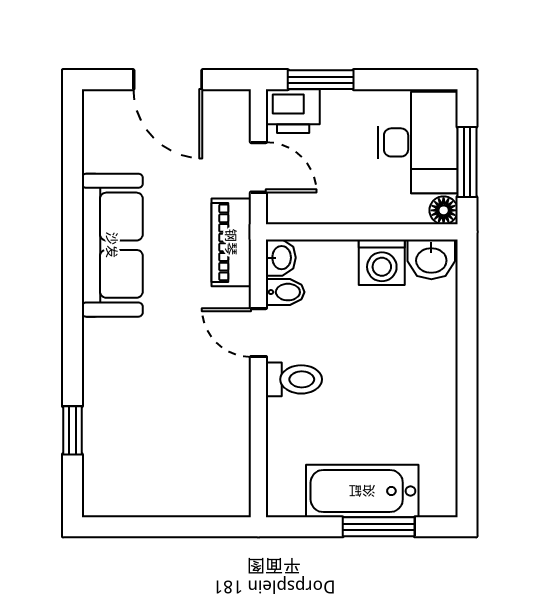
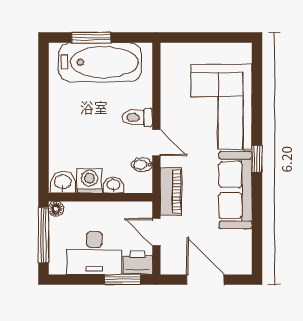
desk: (418, 142) -> (94, 253), moved, turned -90
window: (467, 162) -> (43, 235), width x1.44
washbasin: (281, 258) -> (113, 185), moved, turned 90
corner sofa: (138, 399) -> (221, 107), added
window: (72, 430) -> (257, 159), moved
bathtub: (362, 491) -> (100, 62), width x1.36, depth x1.36

